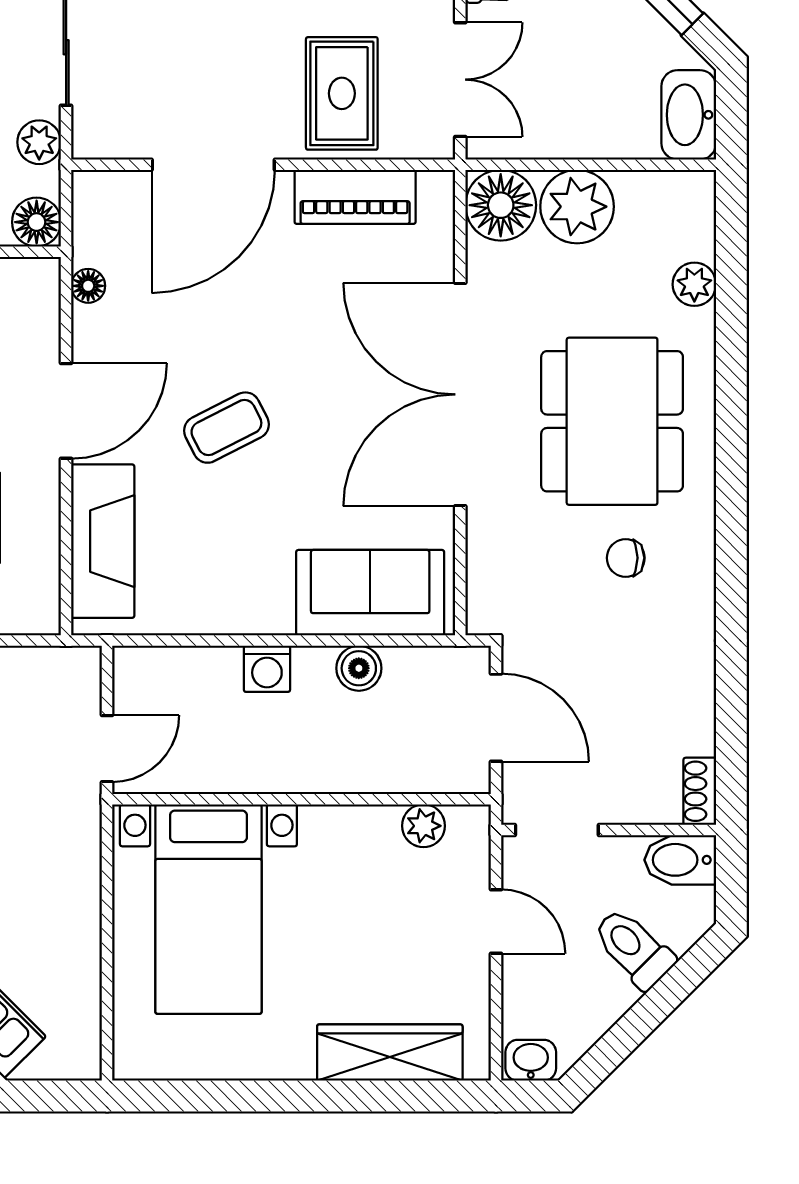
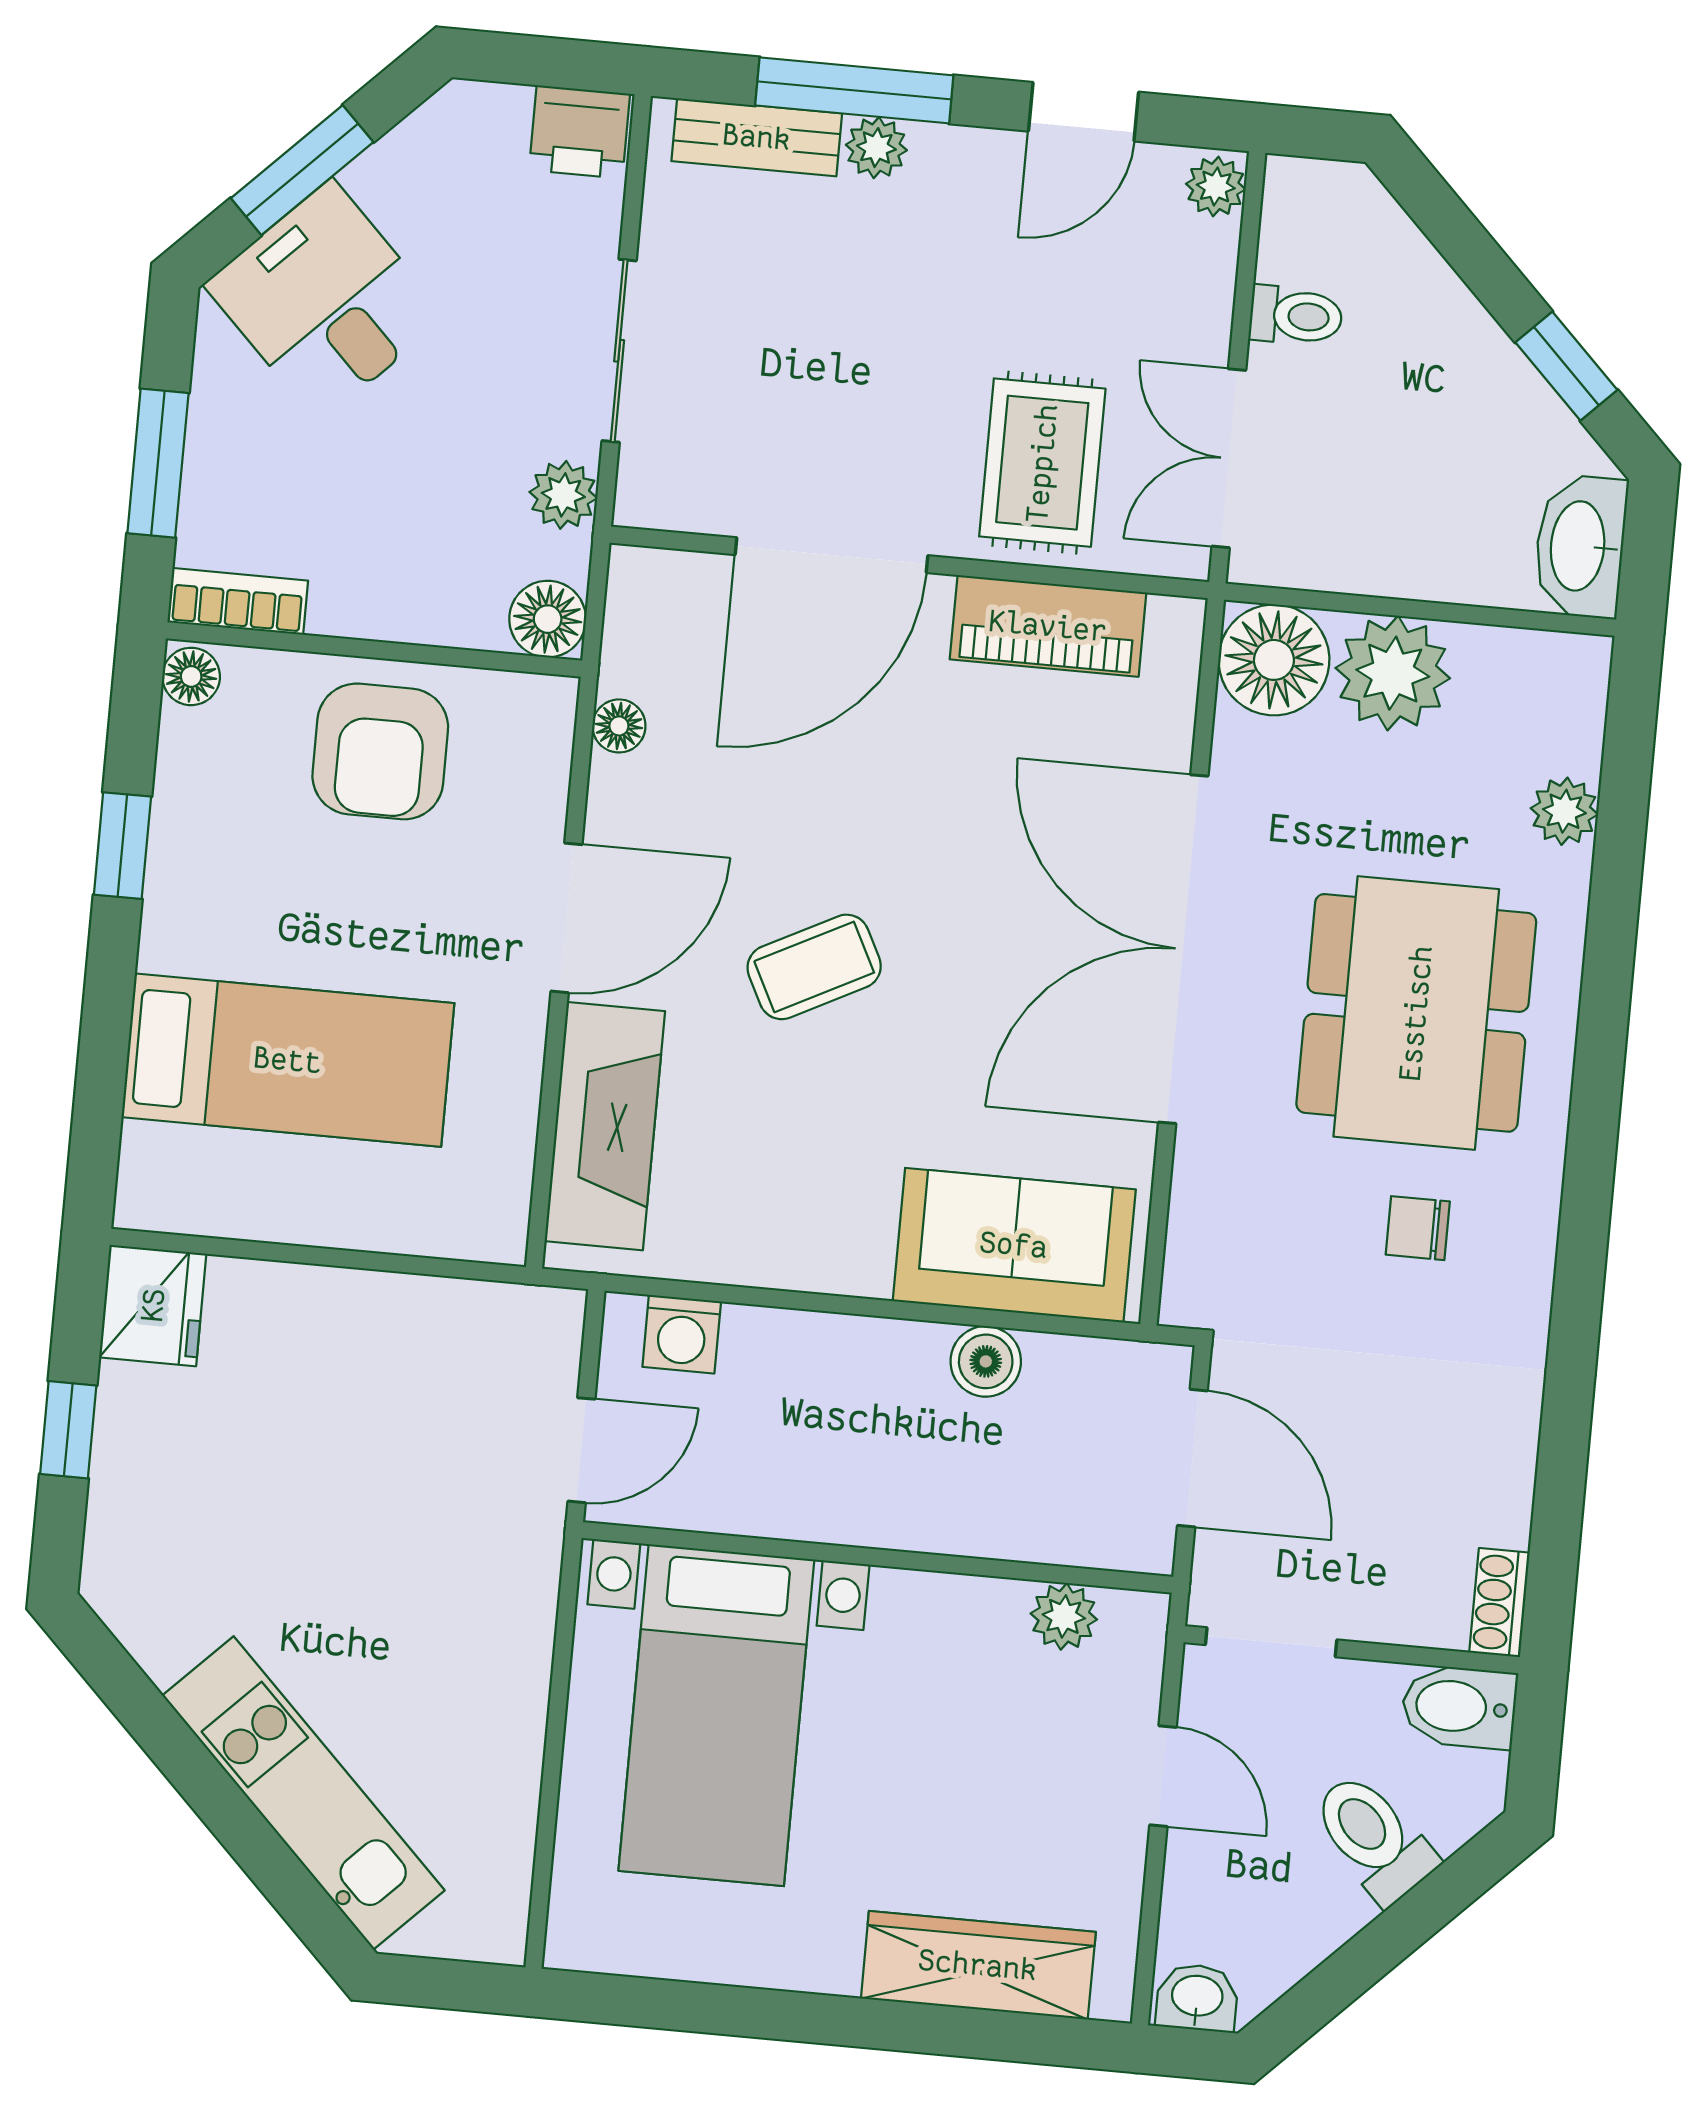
double door: (460, 80) -> (1229, 458), swing flipped
washing machine: (267, 669) -> (682, 1334), moved

